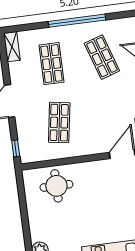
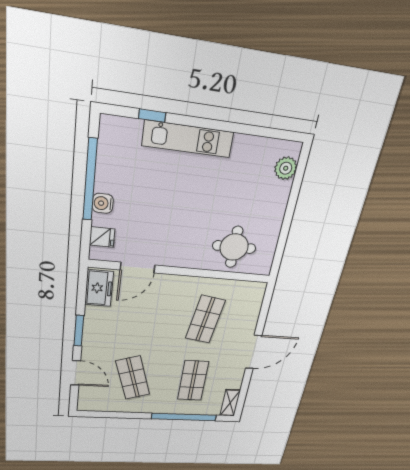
window: (77, 21) -> (184, 417), moved
window: (16, 148) -> (267, 301), removed

